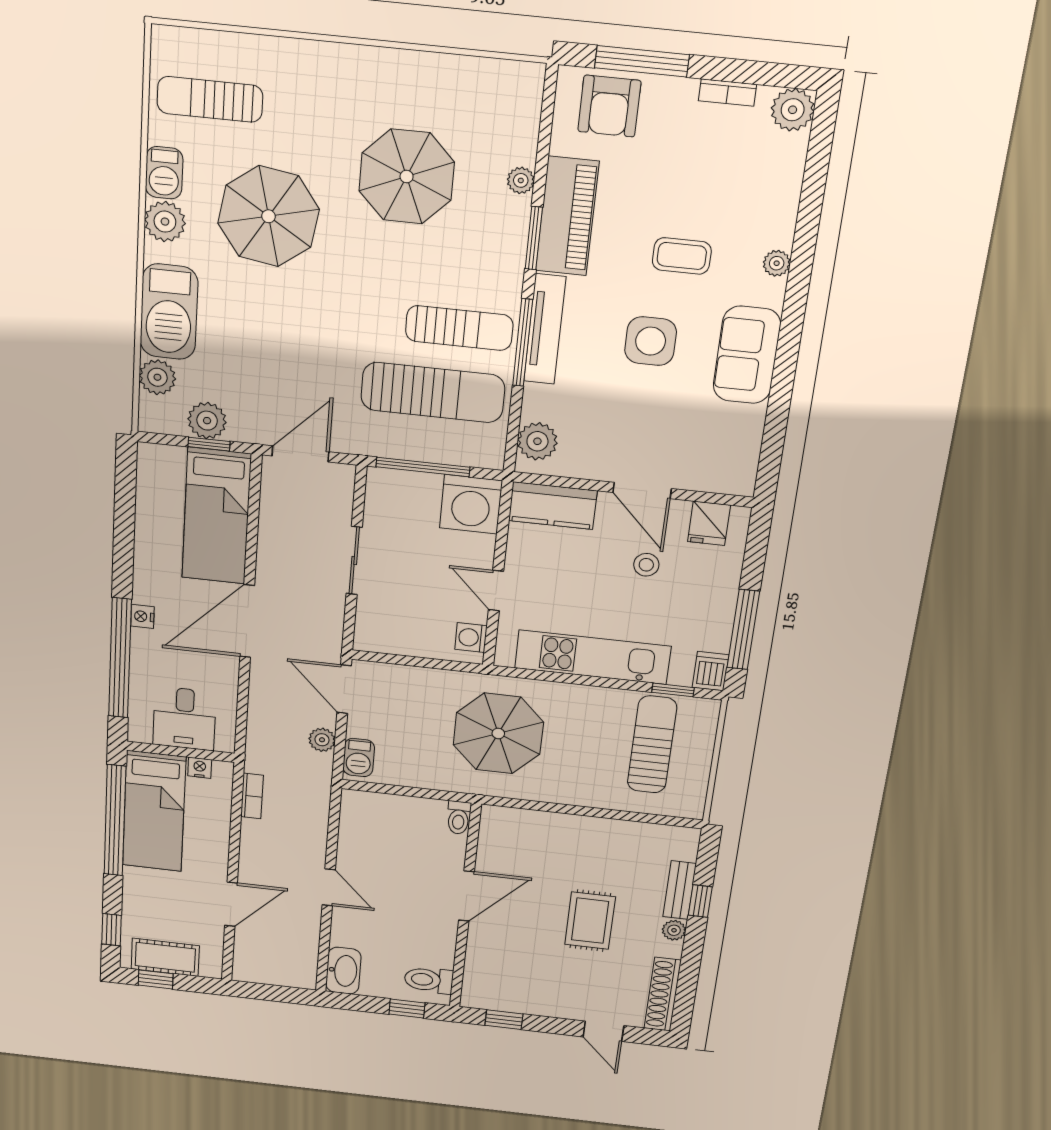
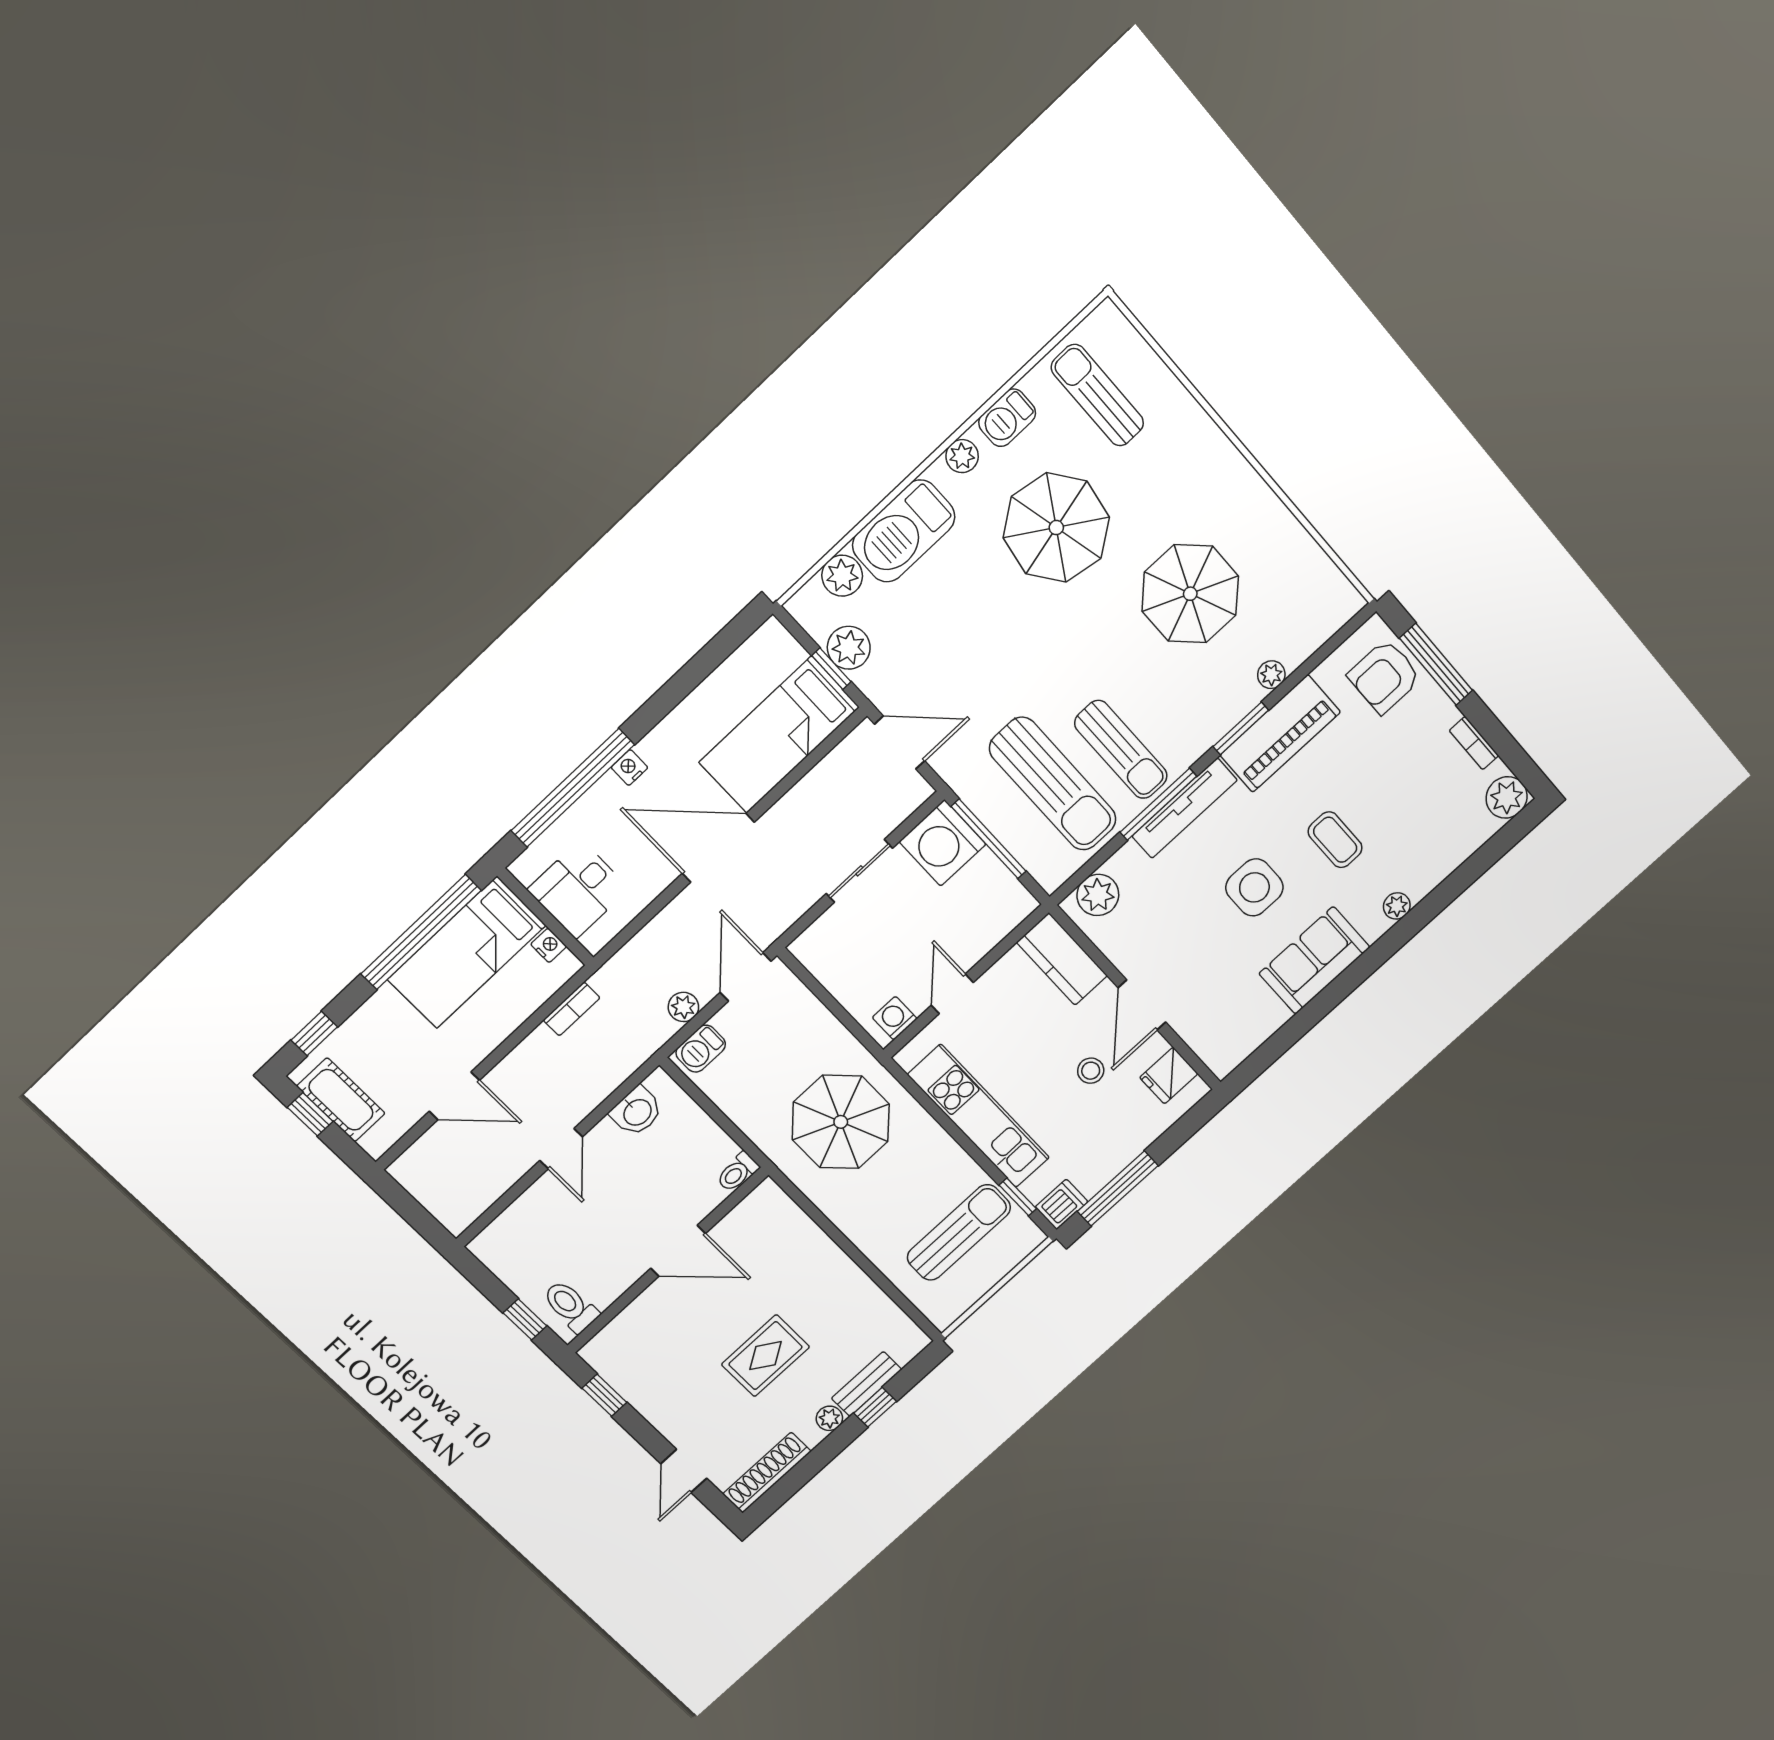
plant: (165, 222) -> (962, 456), width x0.73, depth x0.73
washing machine: (471, 504) -> (943, 843), moved
washbasin: (343, 971) -> (637, 1112), moved, width x0.72

